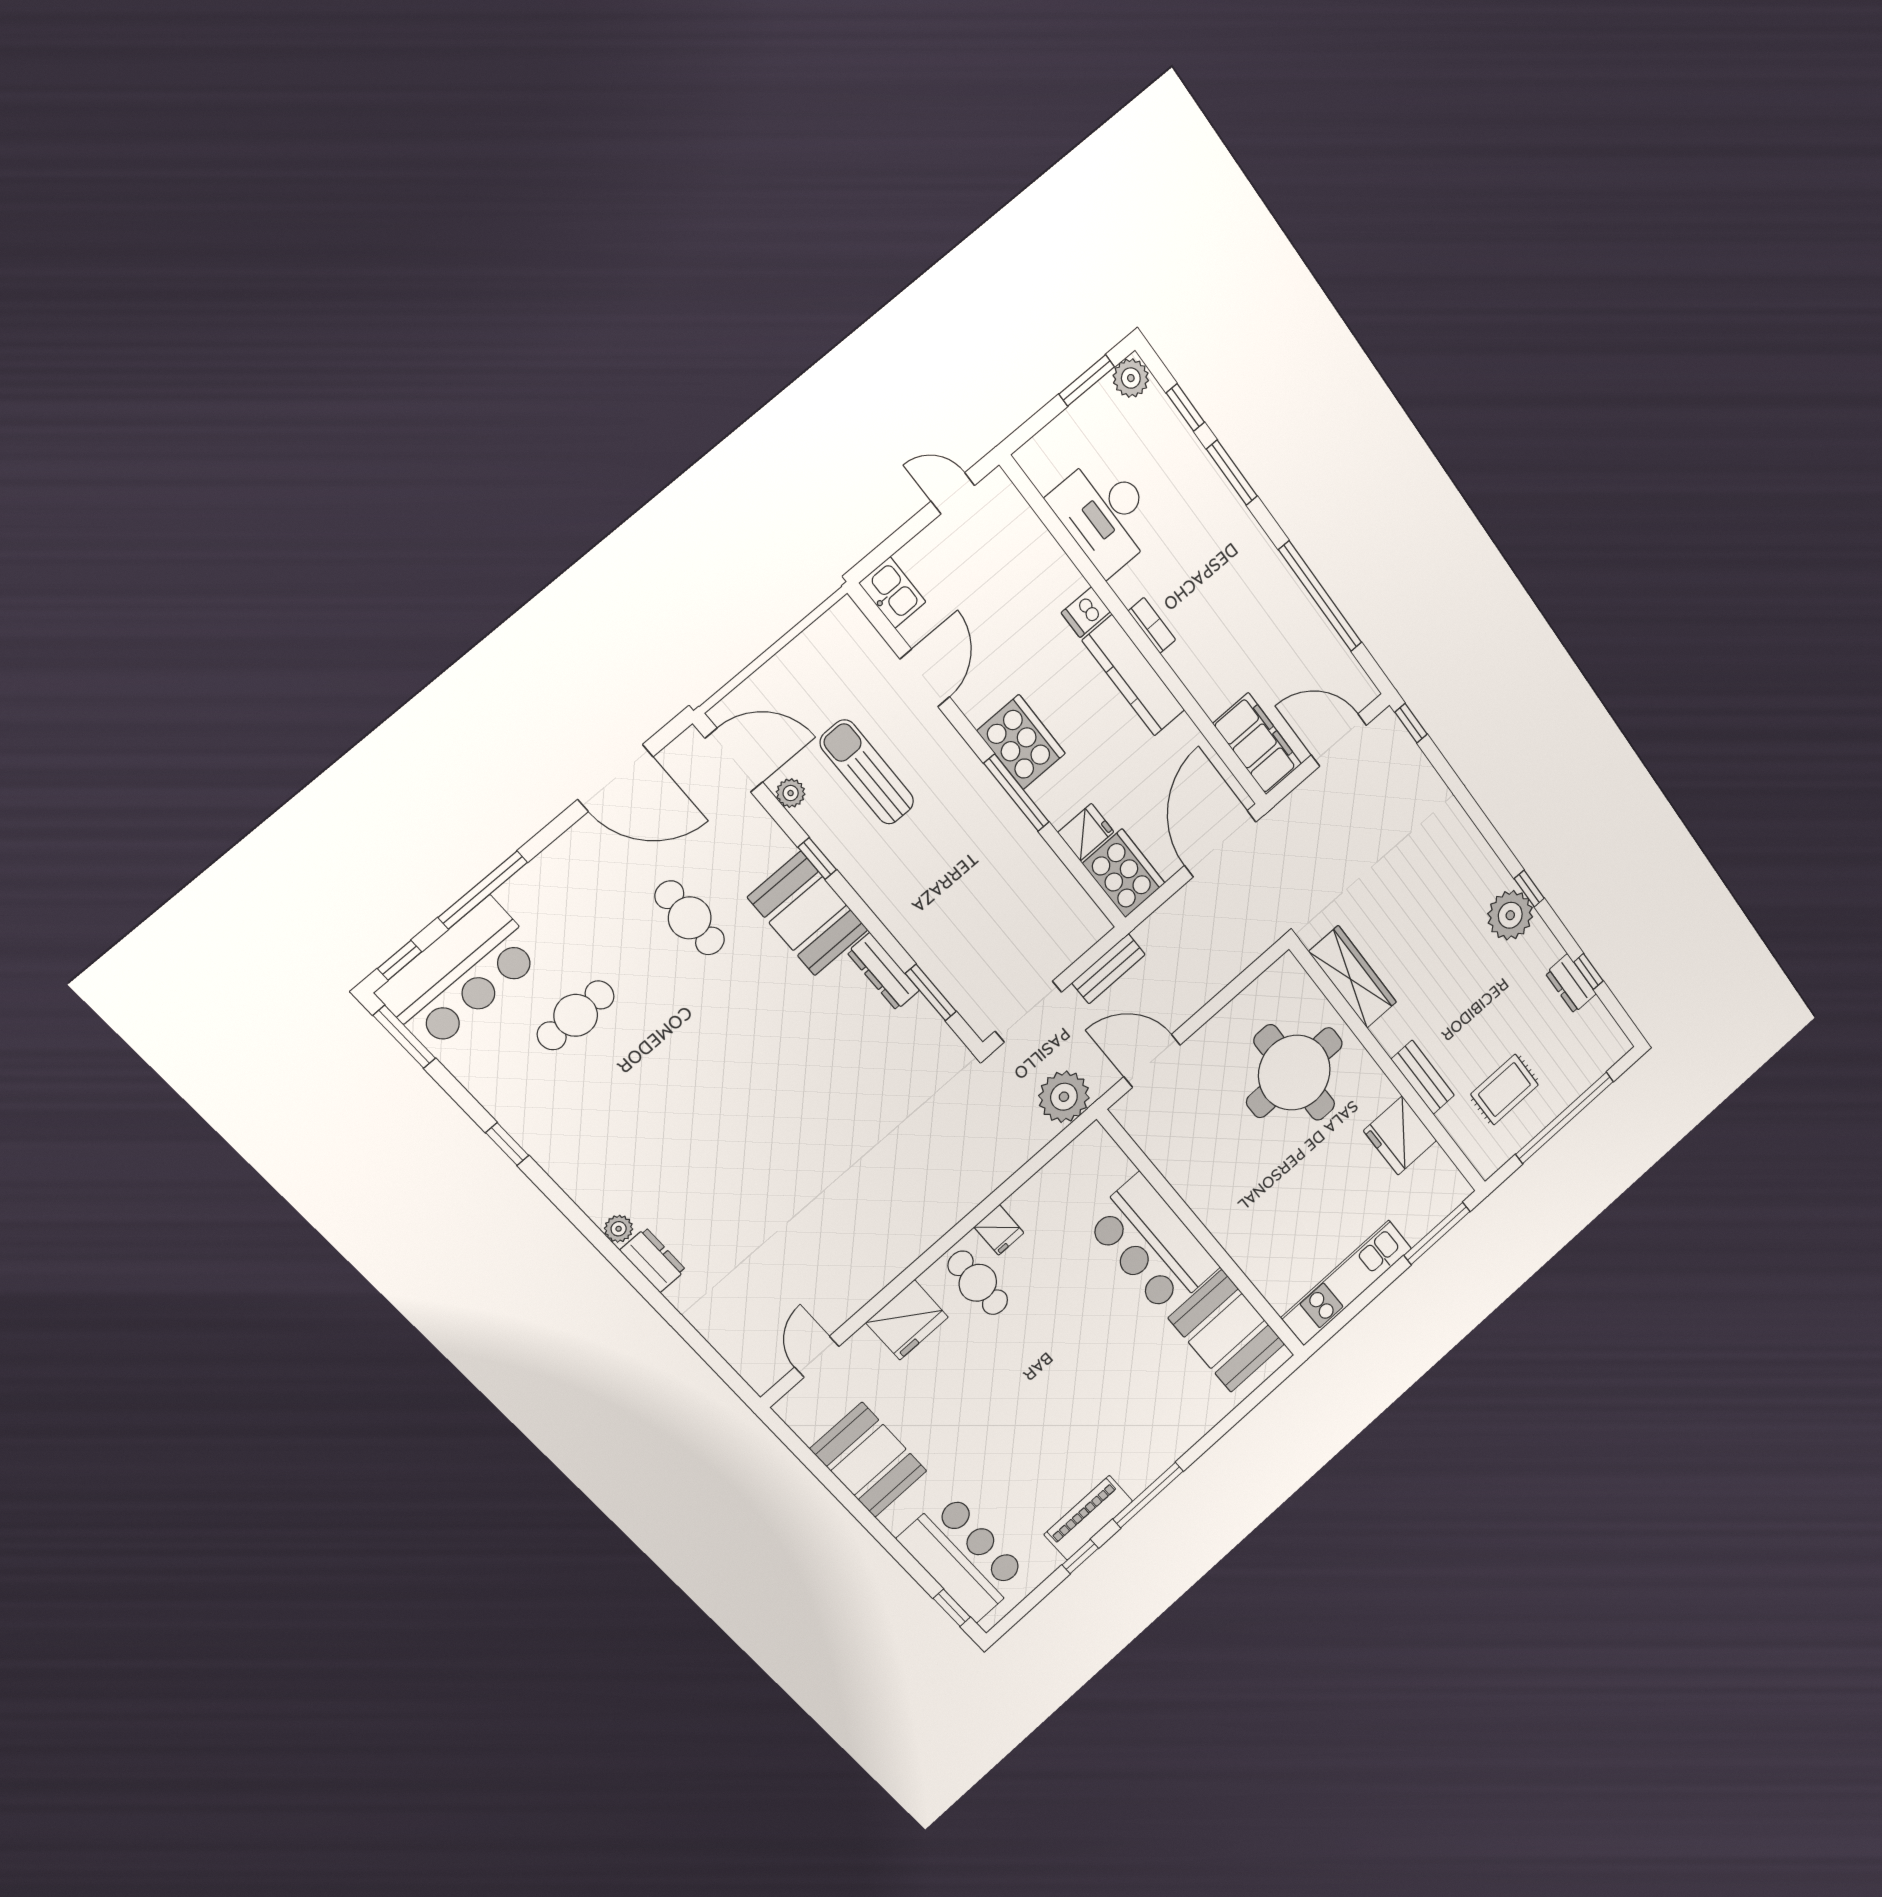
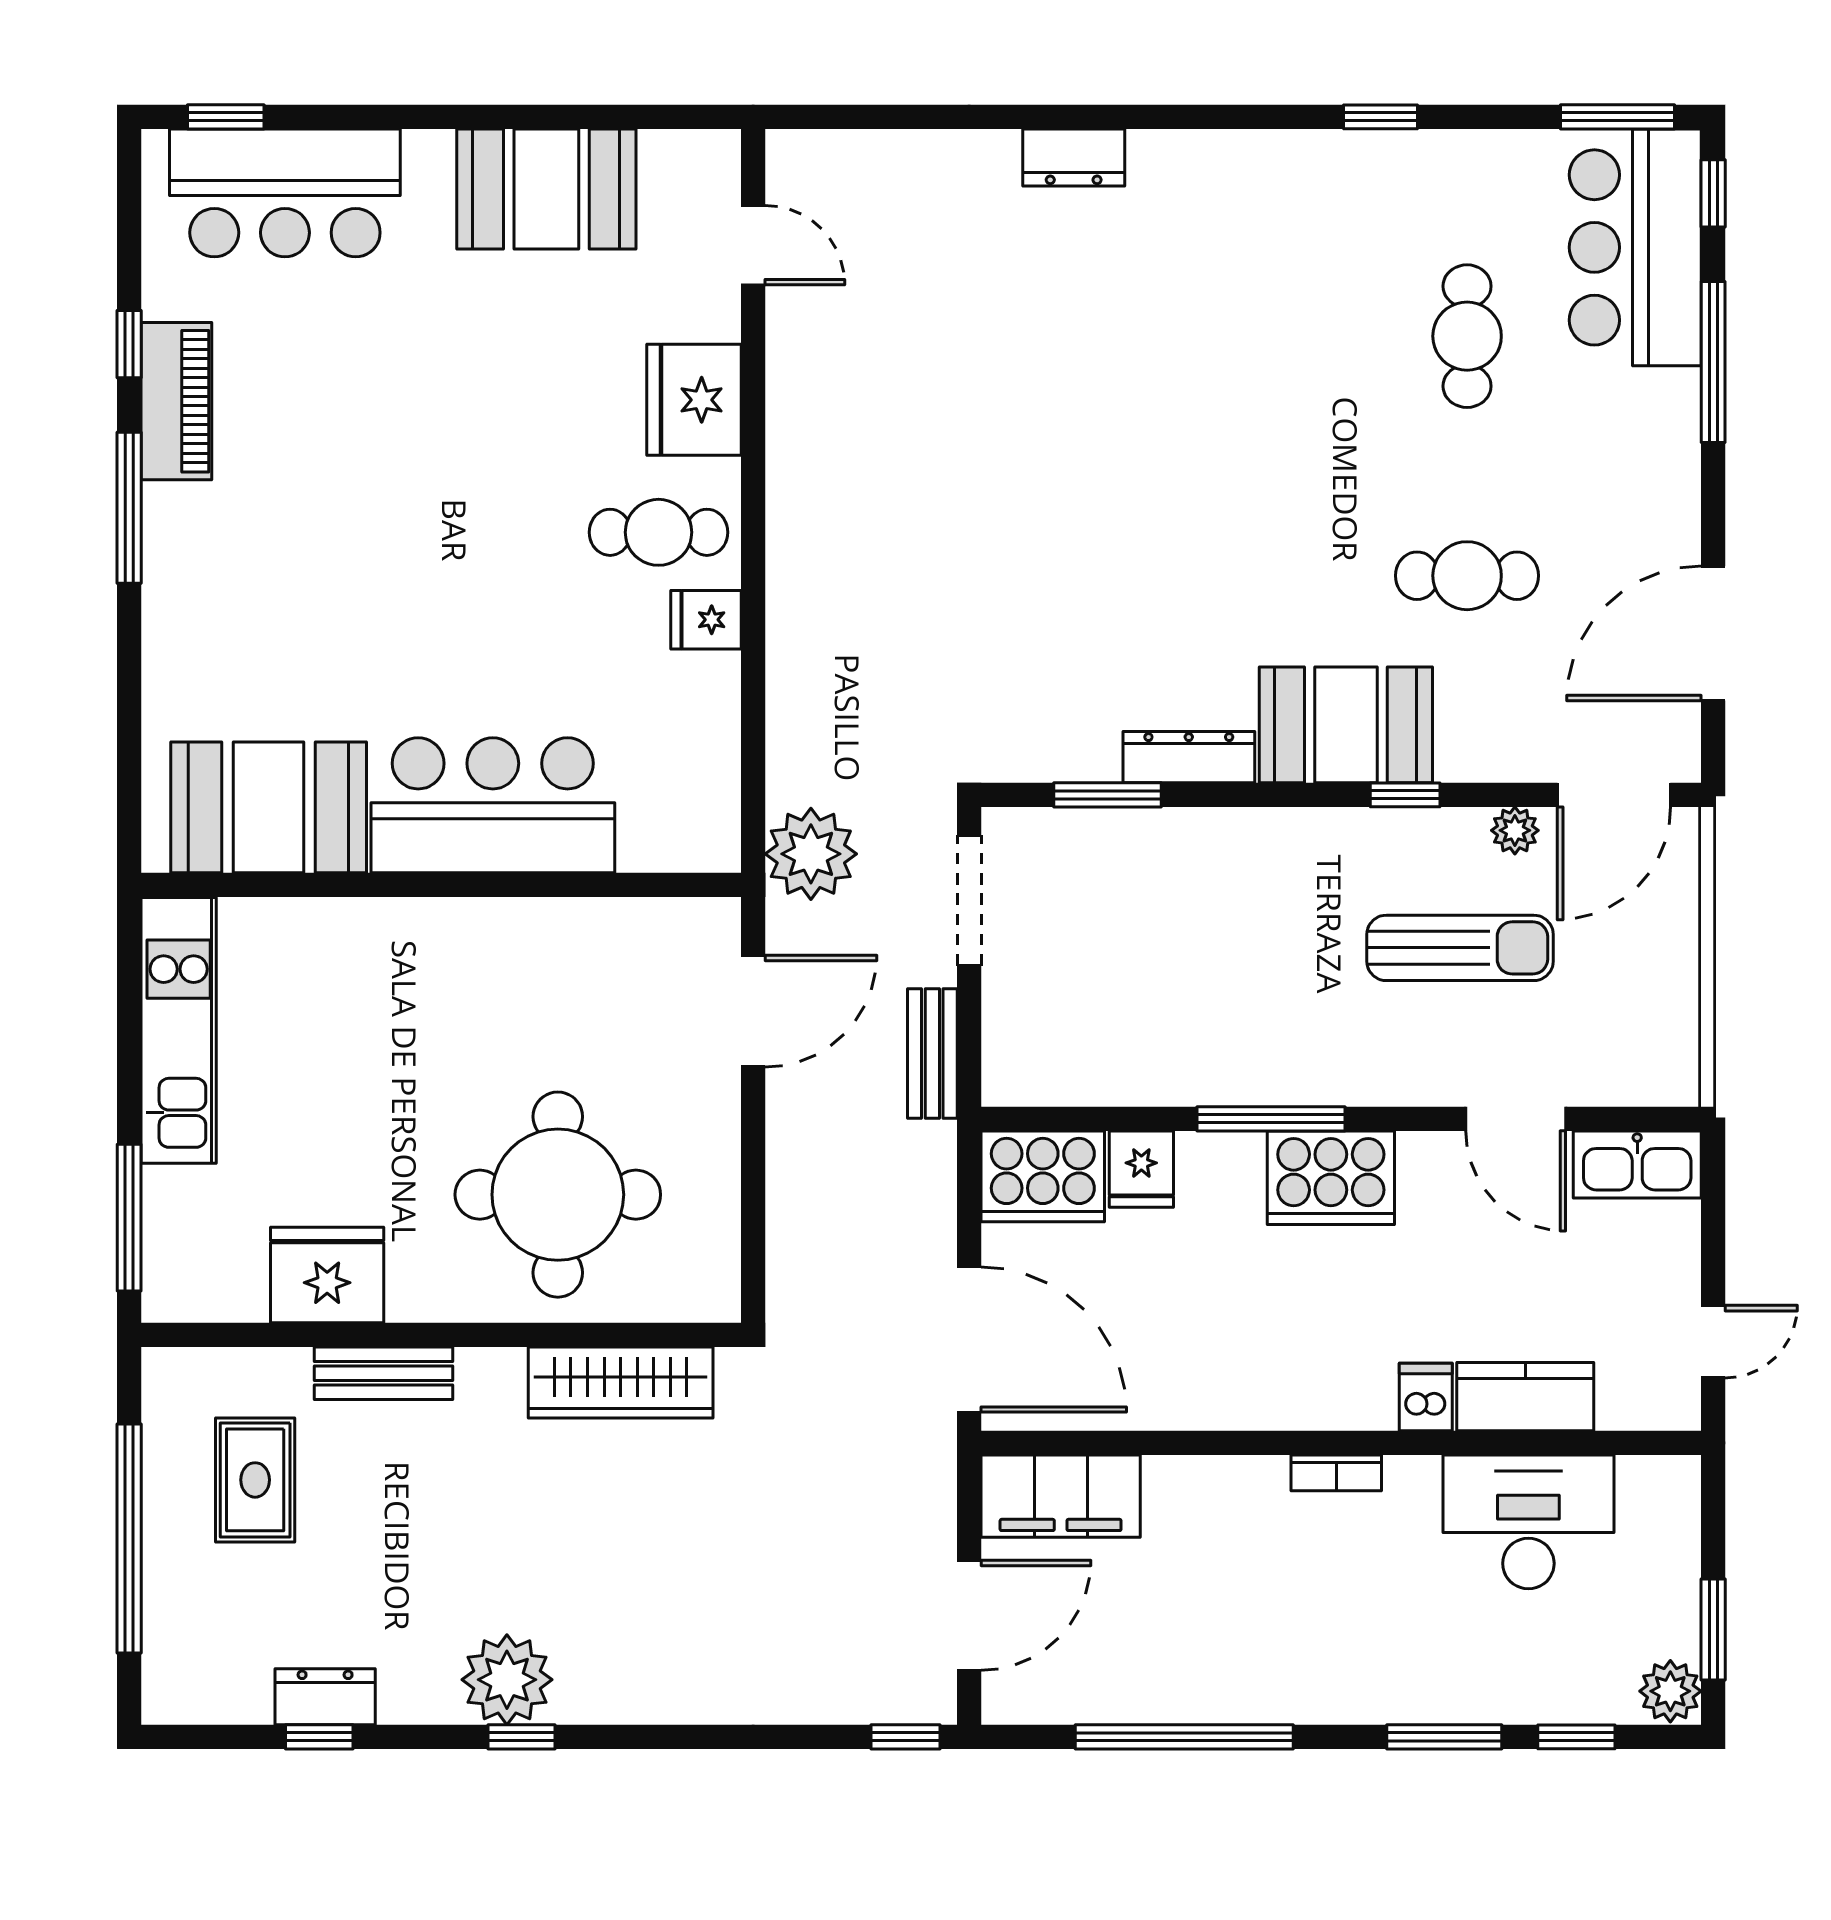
kitchen sink: (892, 592) -> (1637, 1165), width x1.38
kitchen counter: (1134, 675) -> (1525, 1397), moved, width x0.67
plant: (619, 1229) -> (1153, 152), removed

